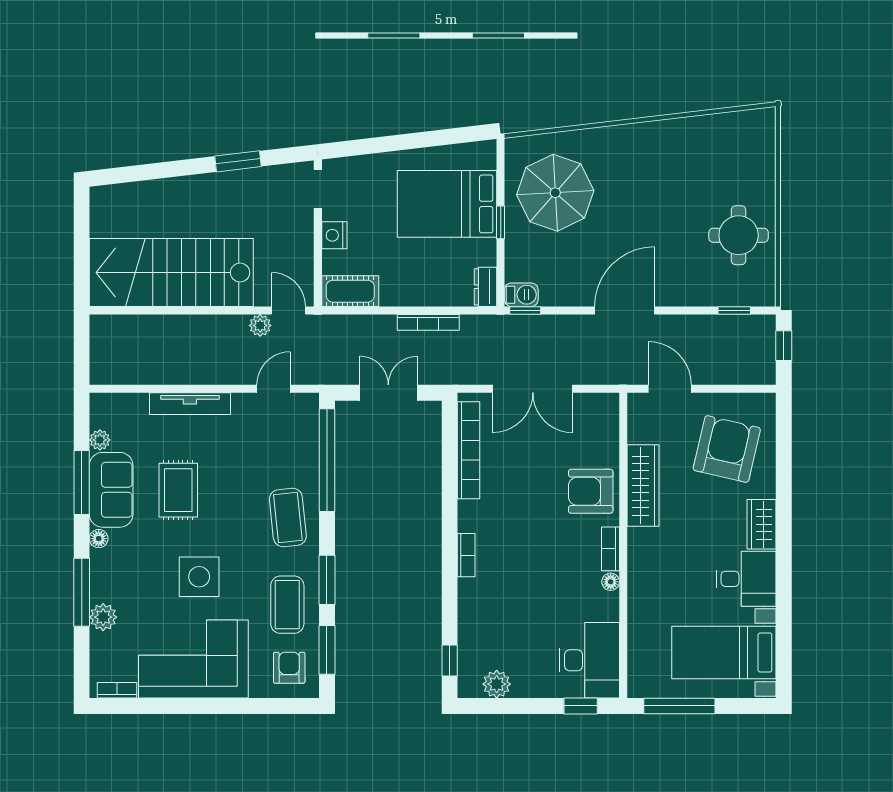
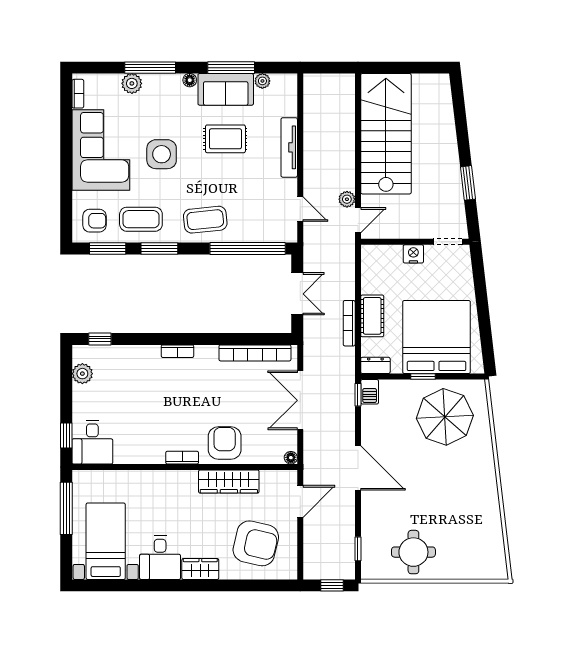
bed: (447, 204) -> (437, 337), width x1.36
cot: (350, 291) -> (372, 316), moved
floor lamp: (611, 582) -> (291, 458), moved
desk: (590, 660) -> (92, 442), width x0.73

